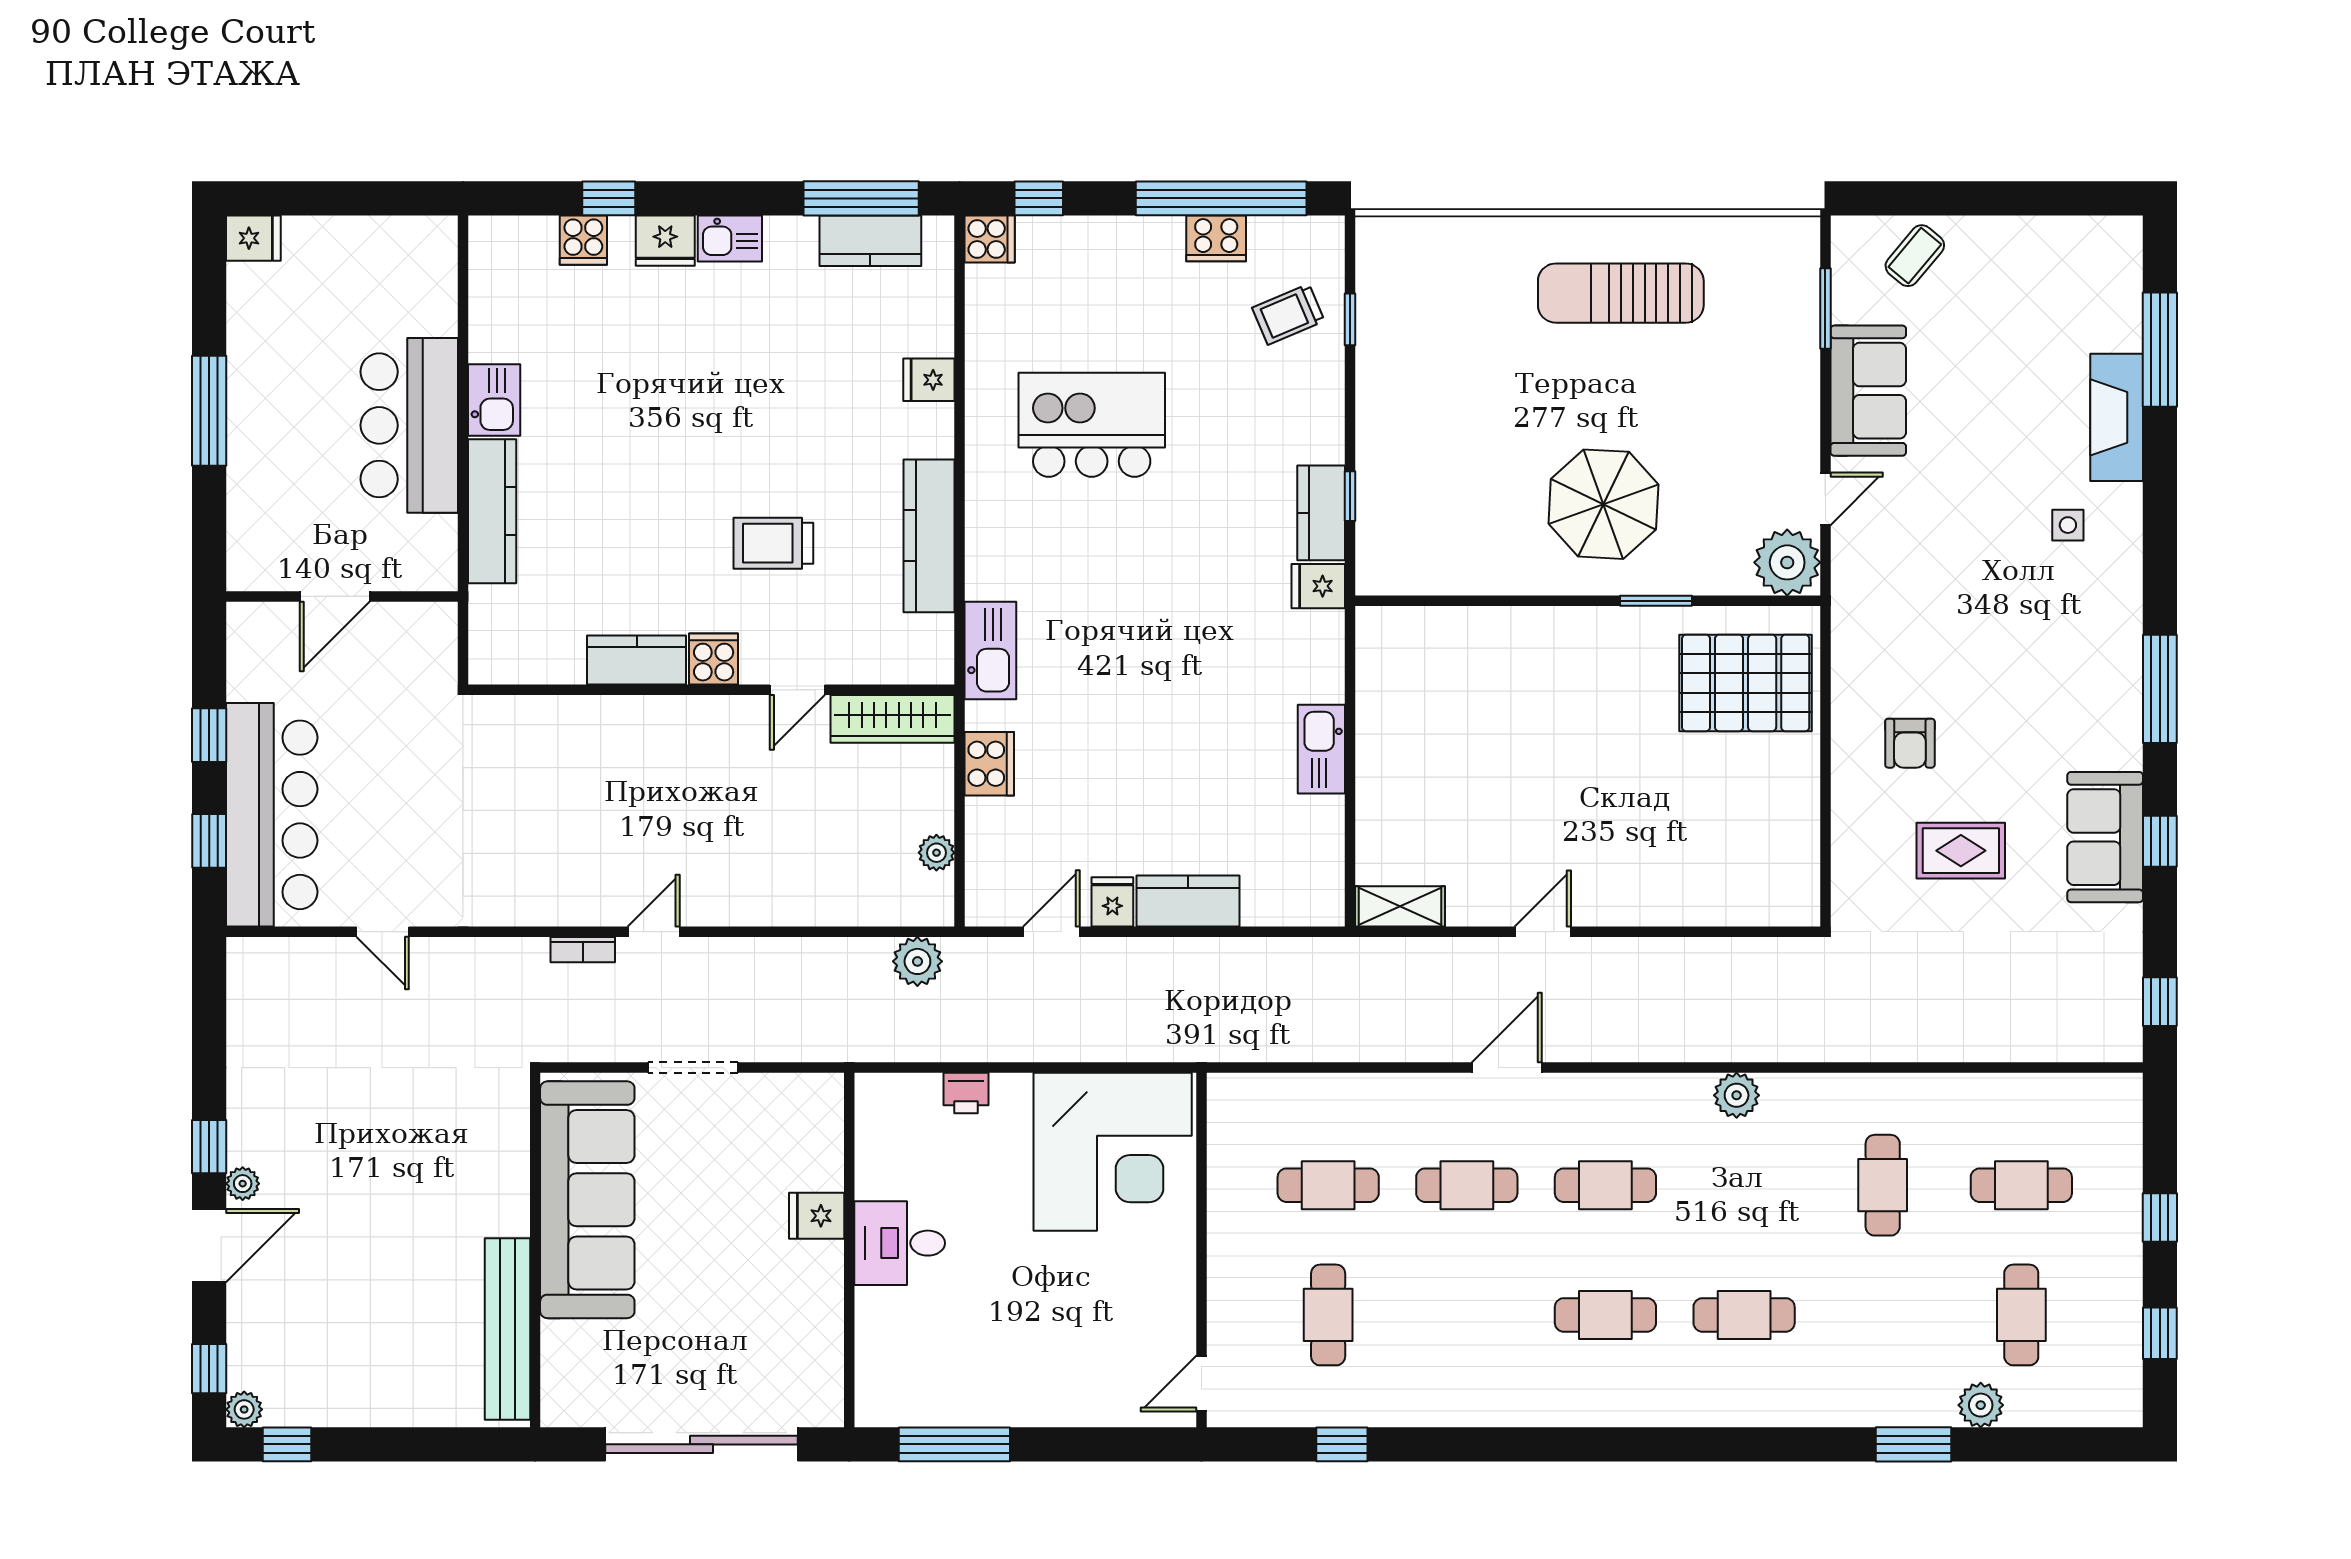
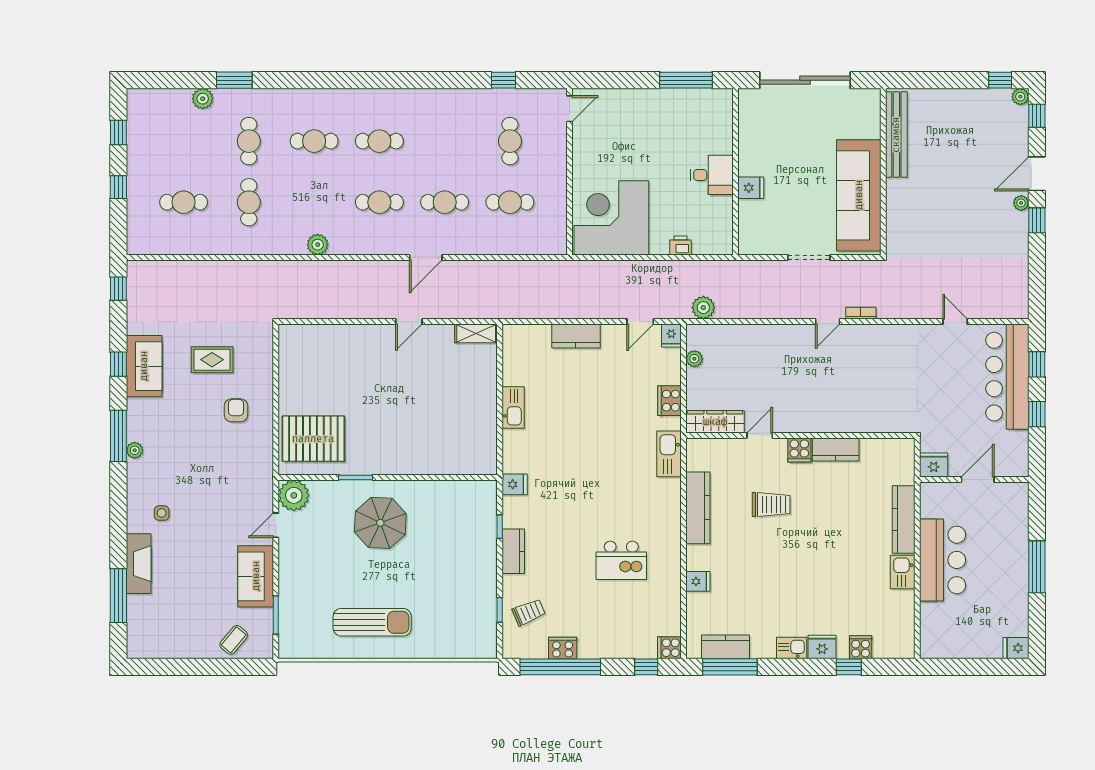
kitchen island: (1092, 425) -> (621, 560), width x0.73, depth x0.78
kitchen counter: (1321, 513) -> (513, 551), moved
fridge: (428, 627) -> (934, 465), added
plant: (2125, 658) -> (135, 450), added
fridge: (1112, 902) -> (671, 336), moved
cafe table: (2021, 1315) -> (249, 141), moved

